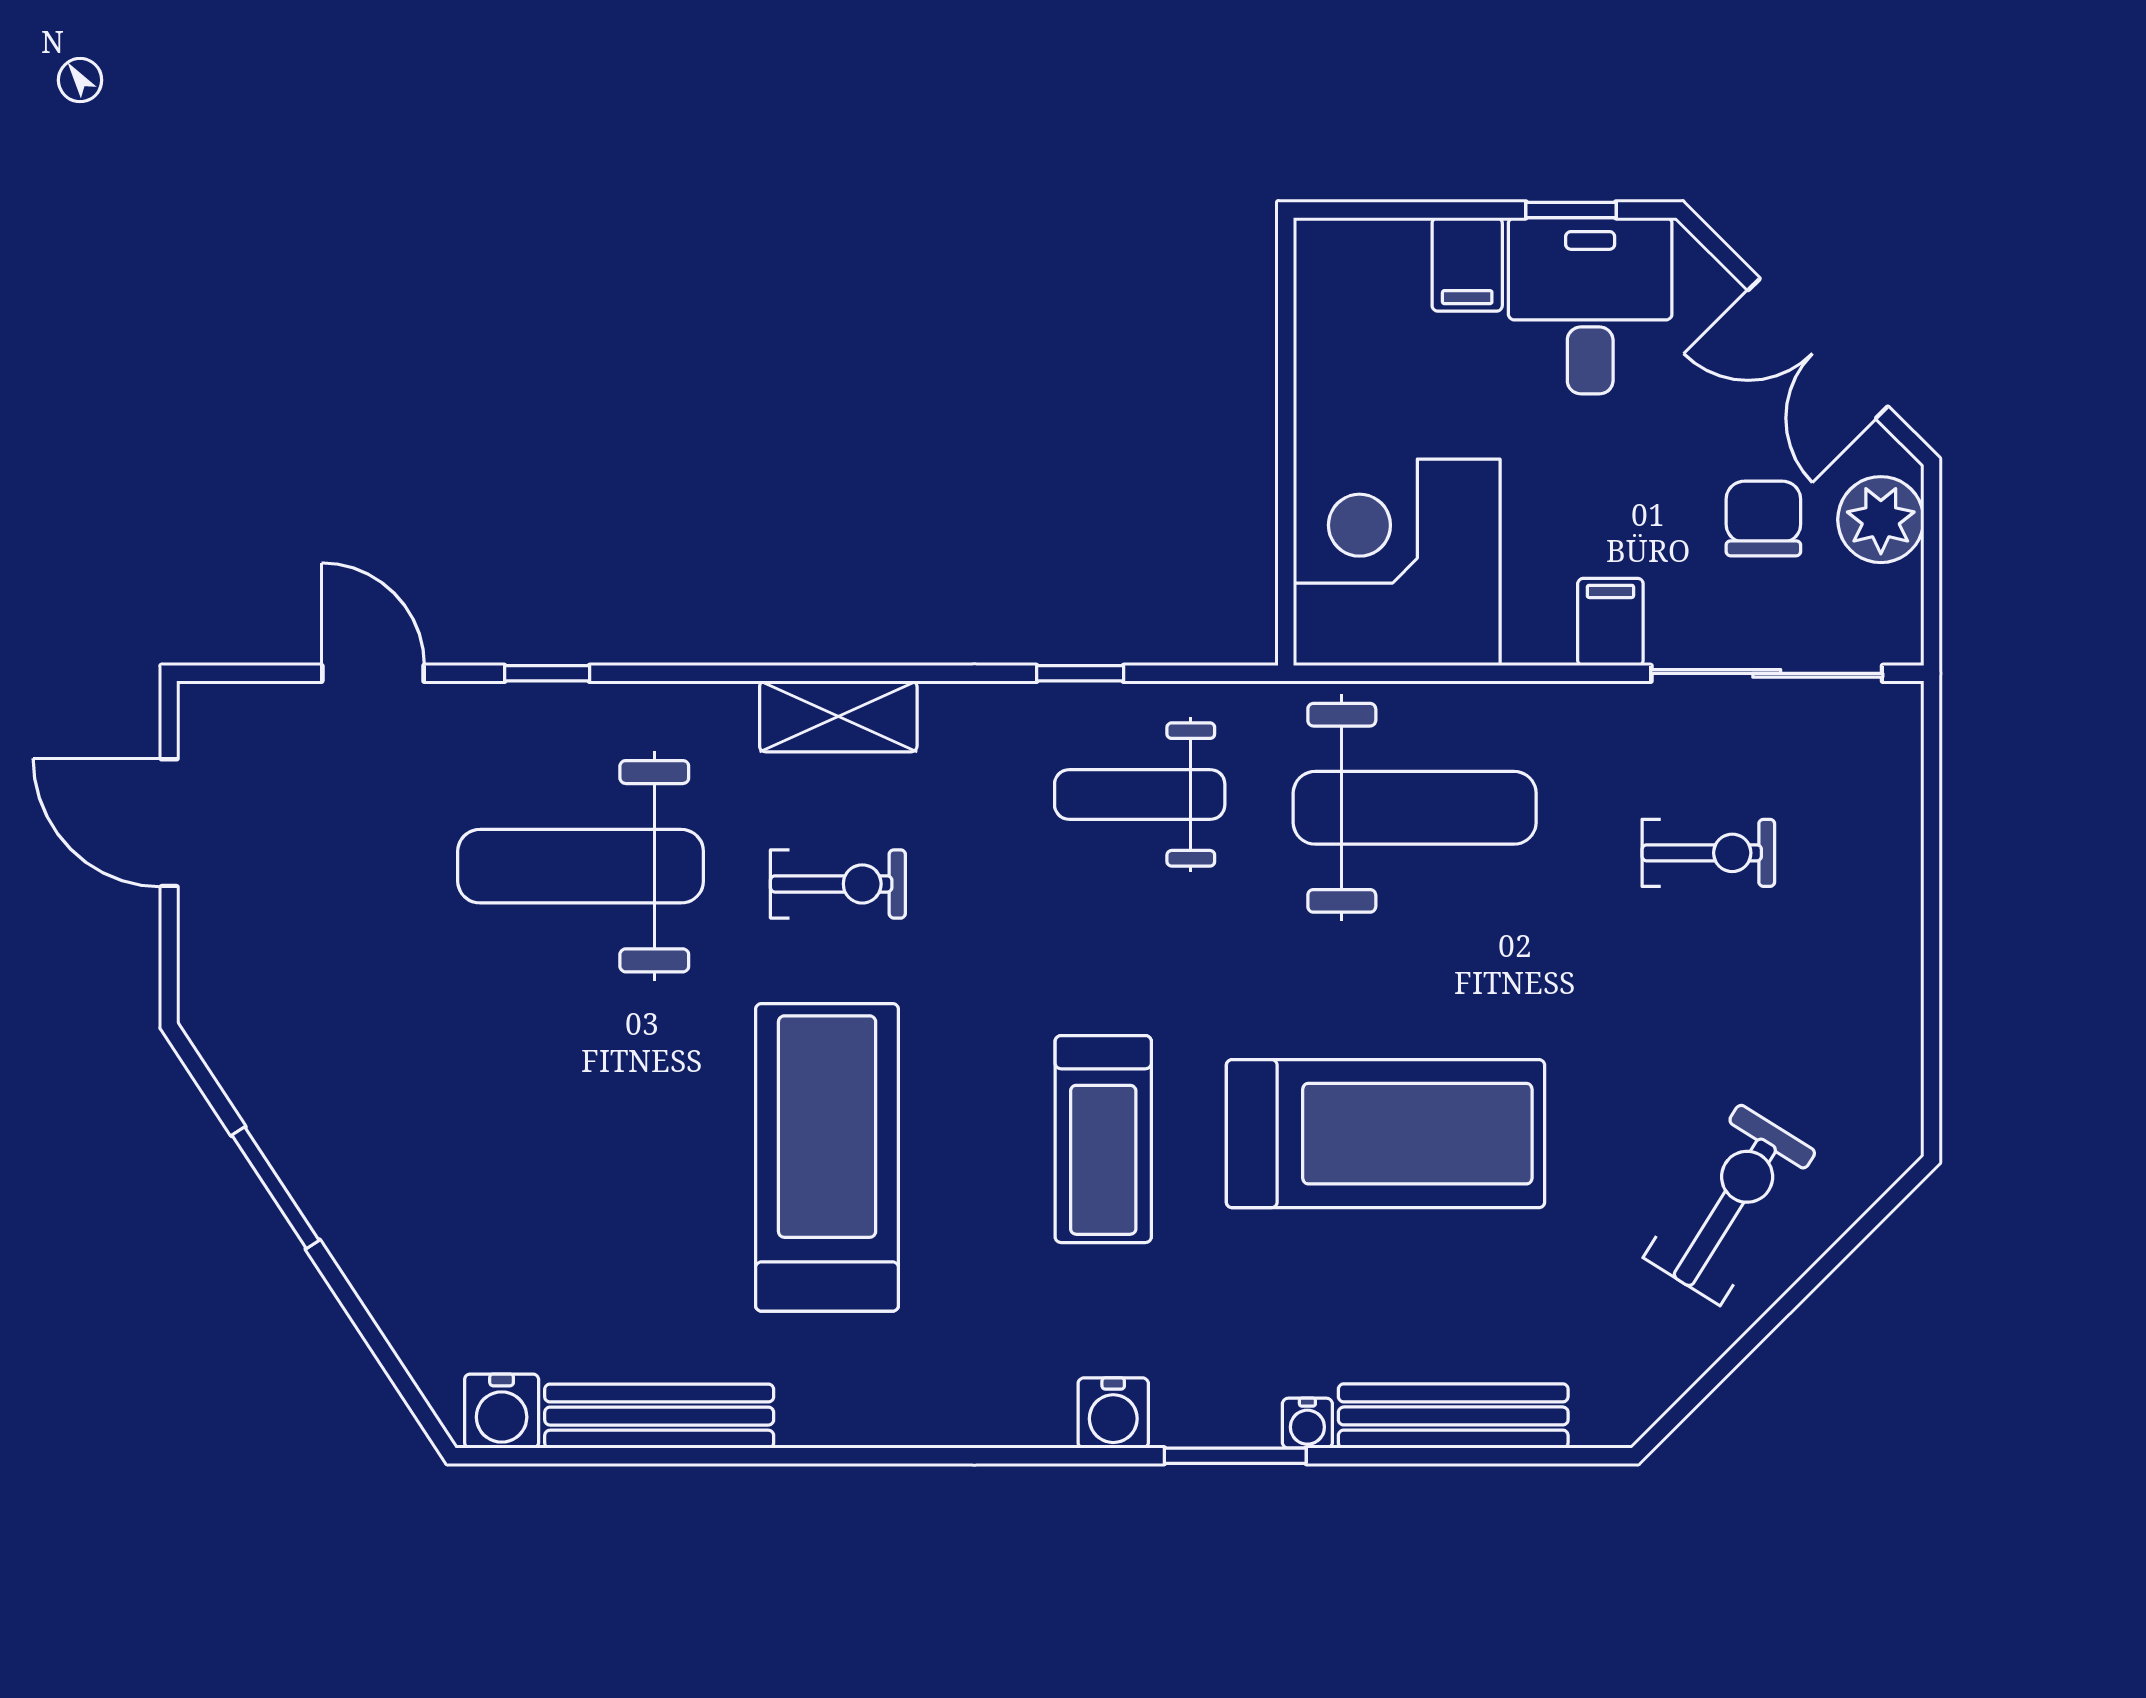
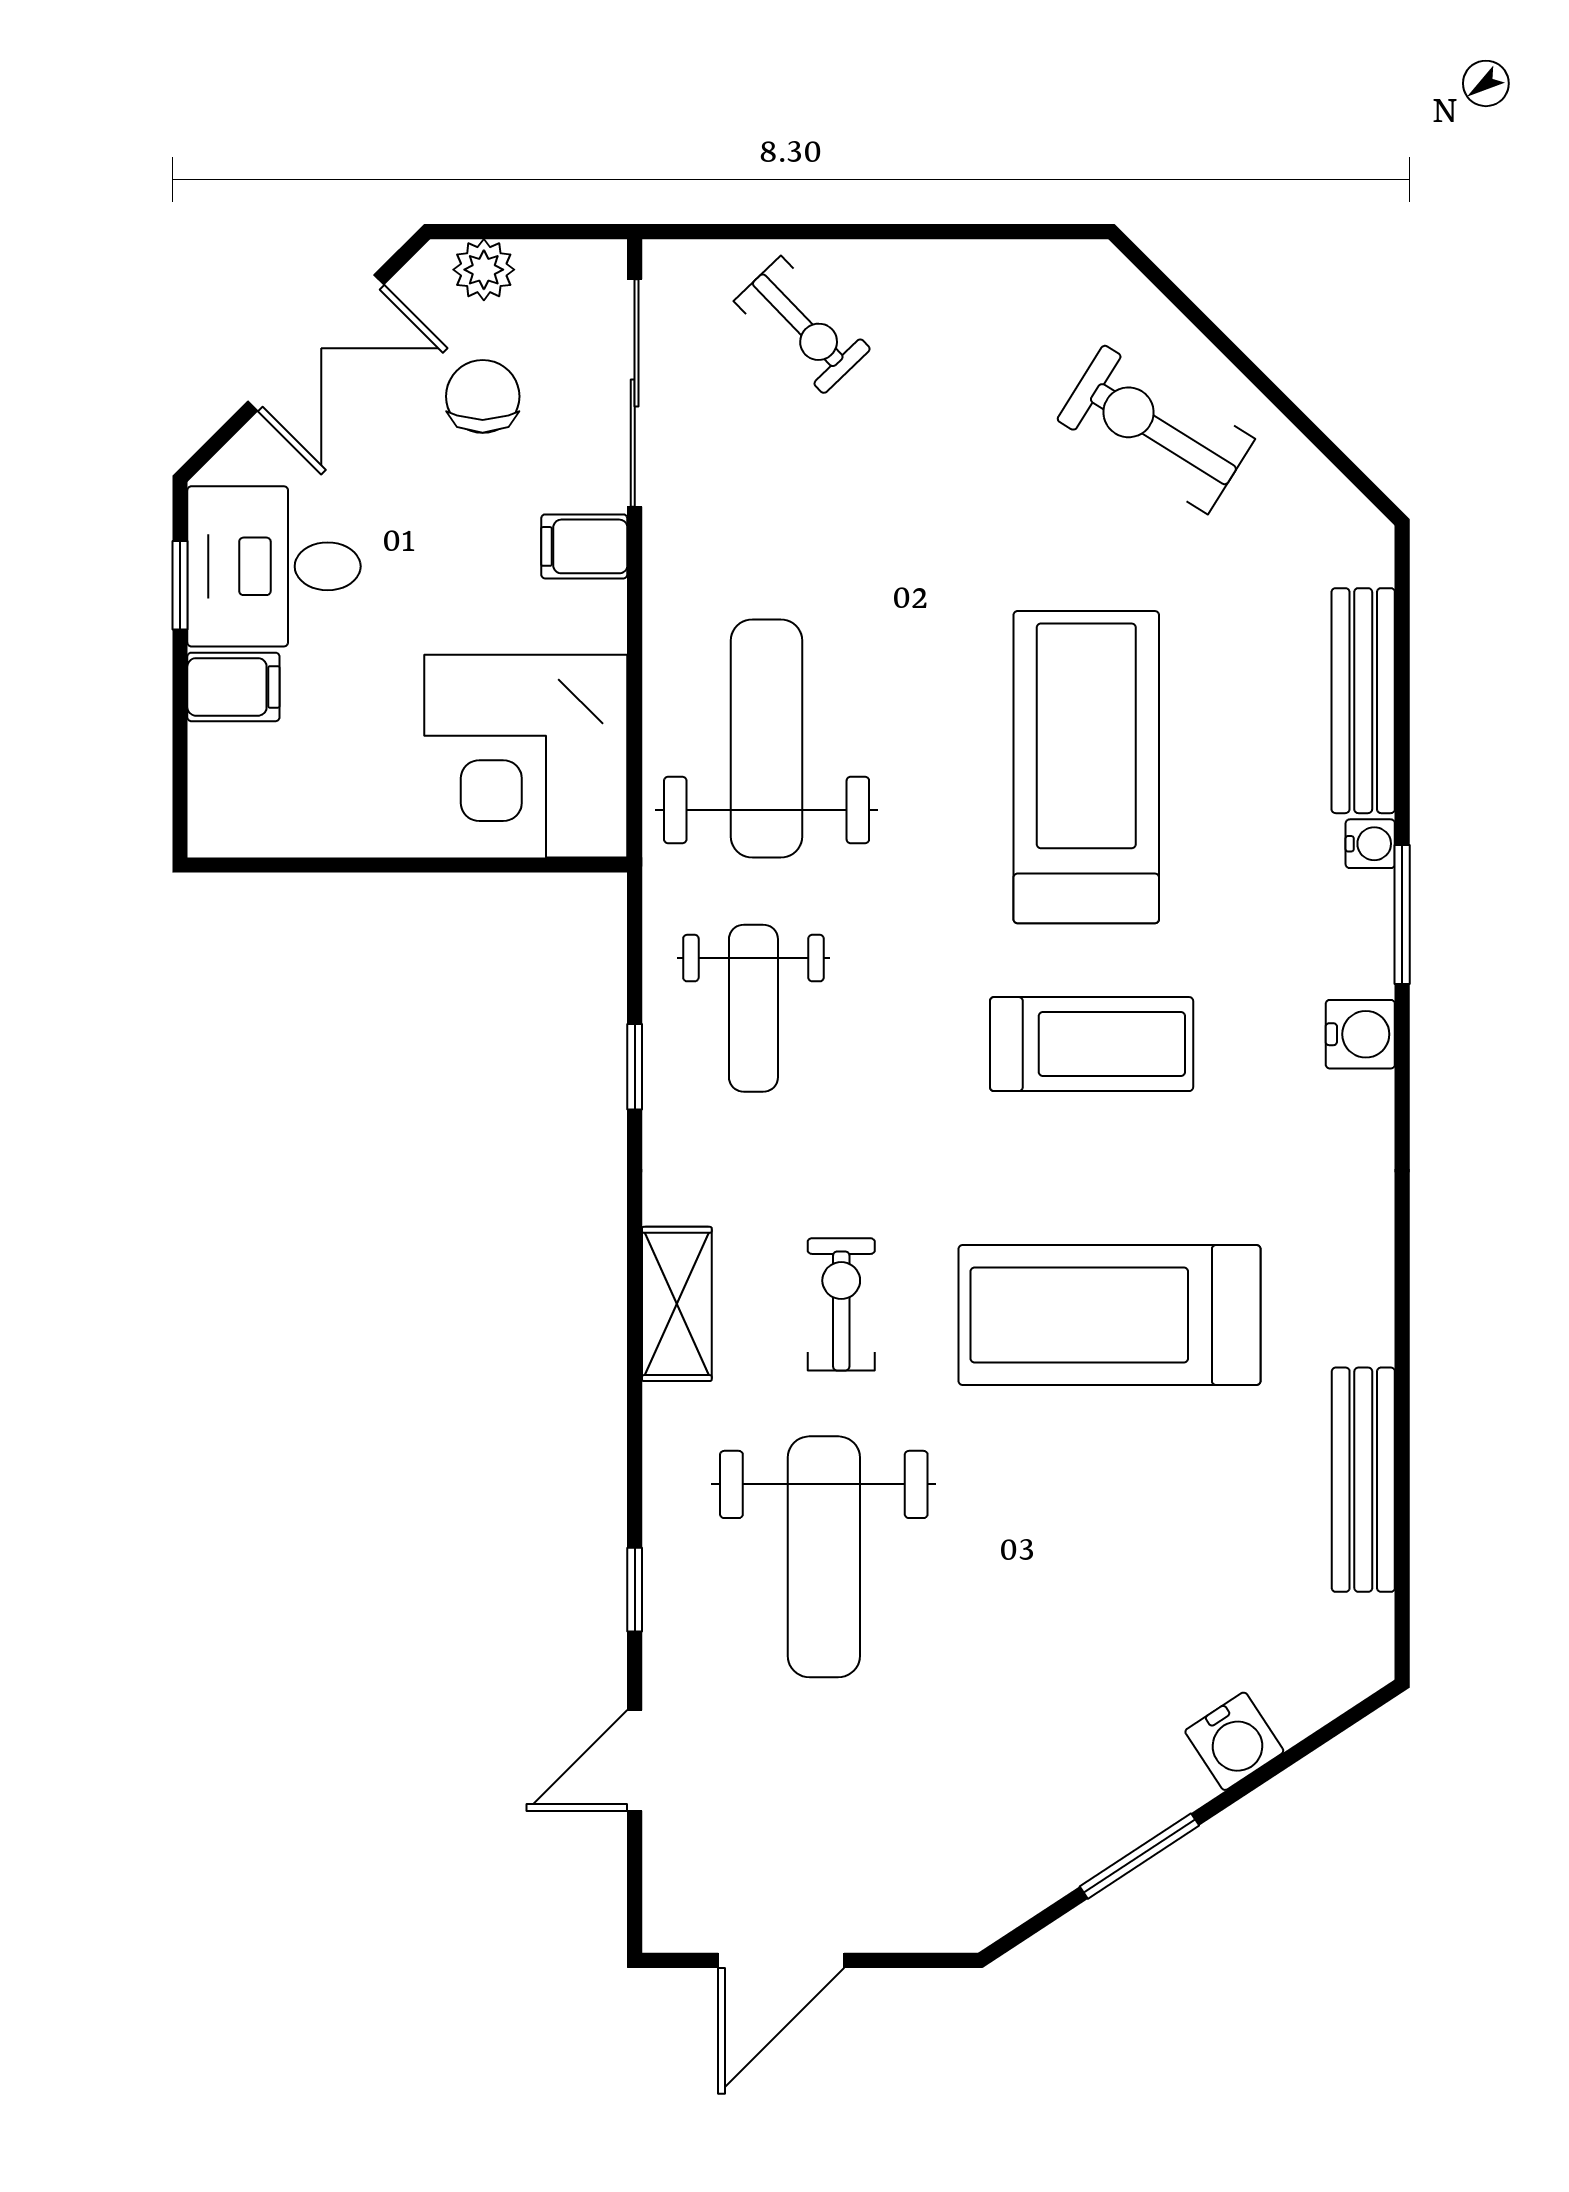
chair: (1763, 518) -> (483, 396), turned 90
plant: (1881, 520) -> (484, 270), width x0.73, depth x0.73
exercise bike: (1708, 853) -> (802, 325), moved, turned 136
water cooler: (502, 1411) -> (1234, 1741), moved, turned 57

